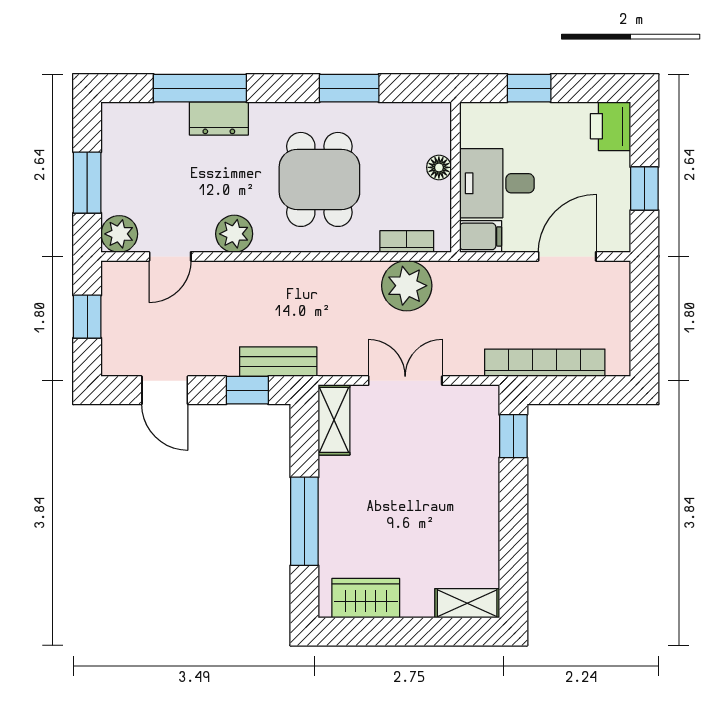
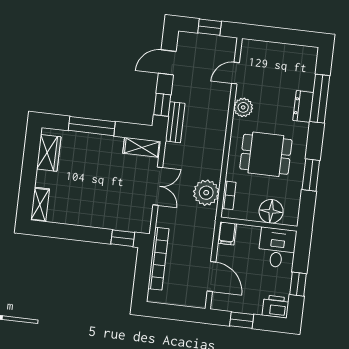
window: (529, 88) -> (298, 284), moved
floor lamp: (439, 167) -> (271, 211), width x1.89, depth x1.89
window: (87, 183) -> (278, 35), removed
desk: (497, 183) -> (277, 248), moved
plant: (119, 234) -> (250, 49), removed
door: (170, 256) -> (235, 73), hinge flipped

